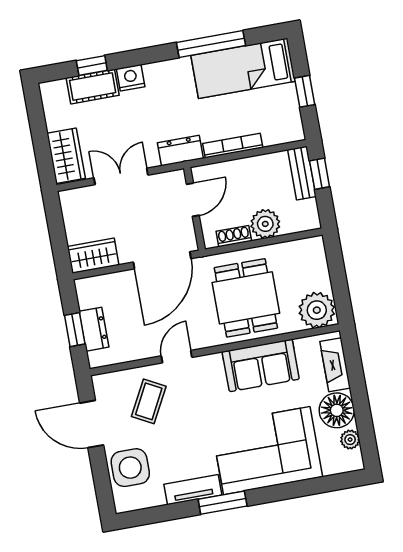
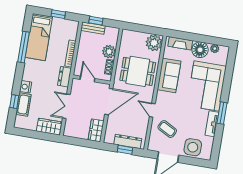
door: (162, 260) -> (109, 102), hinge flipped
dresser: (94, 329) -> (128, 141), width x1.44

